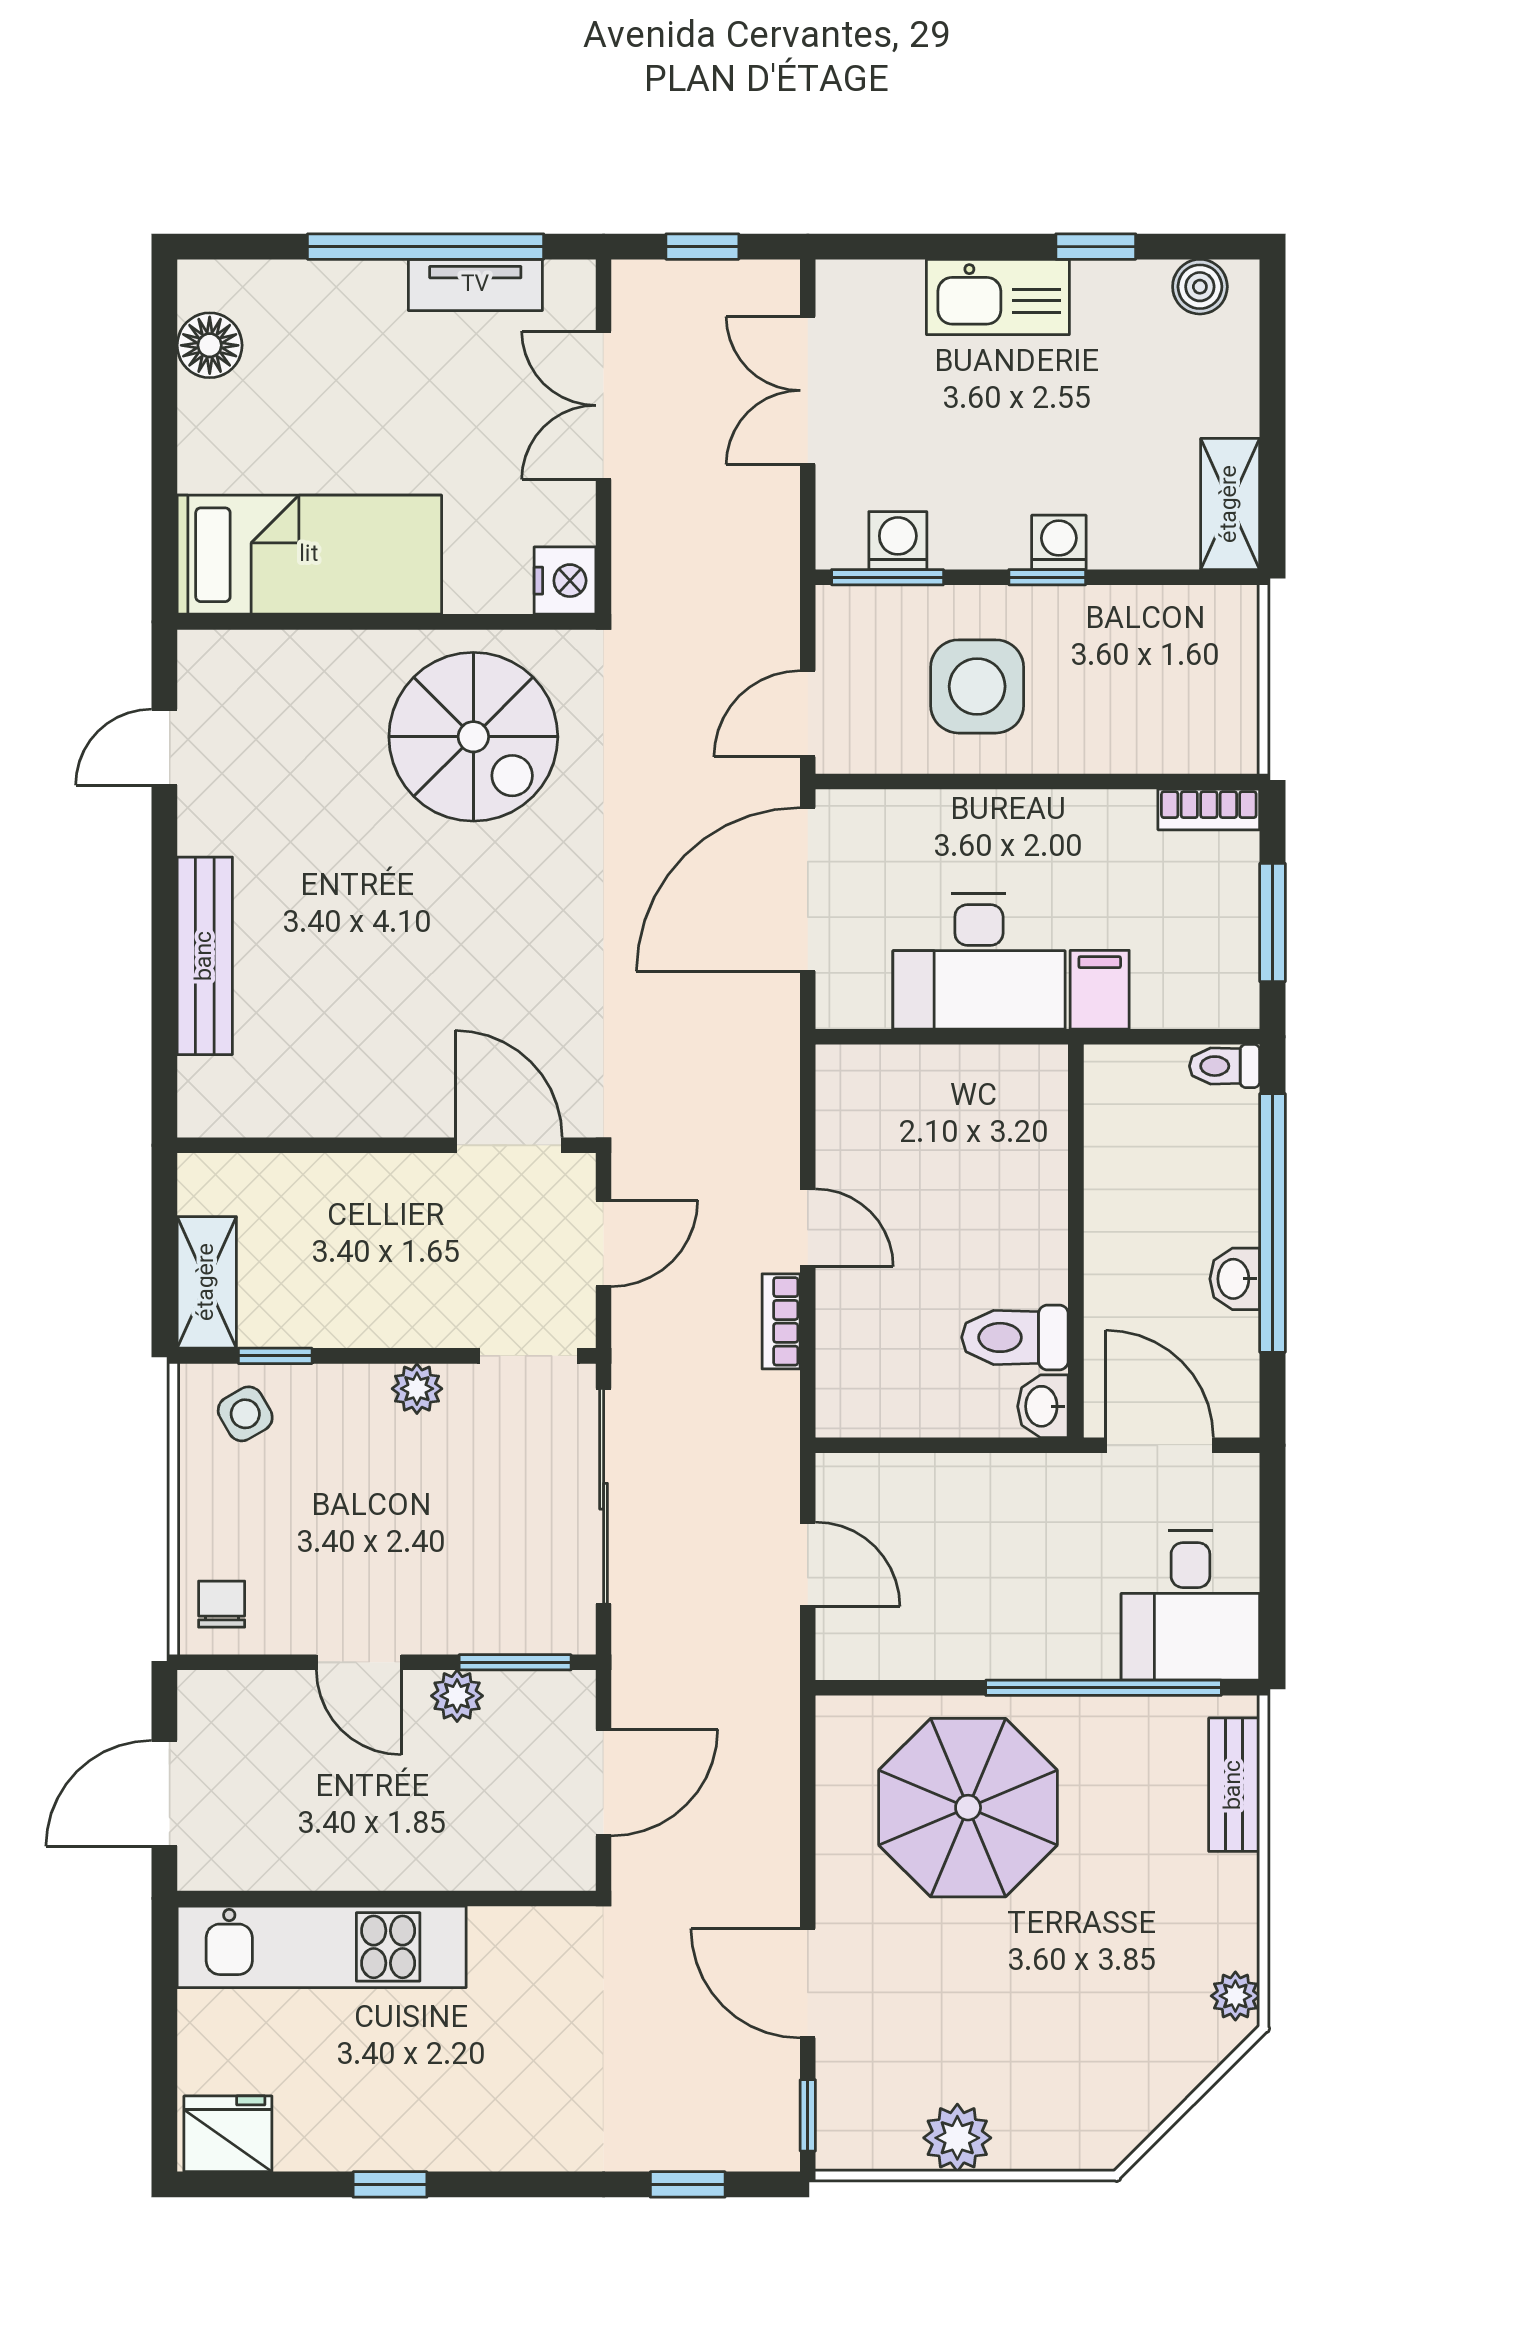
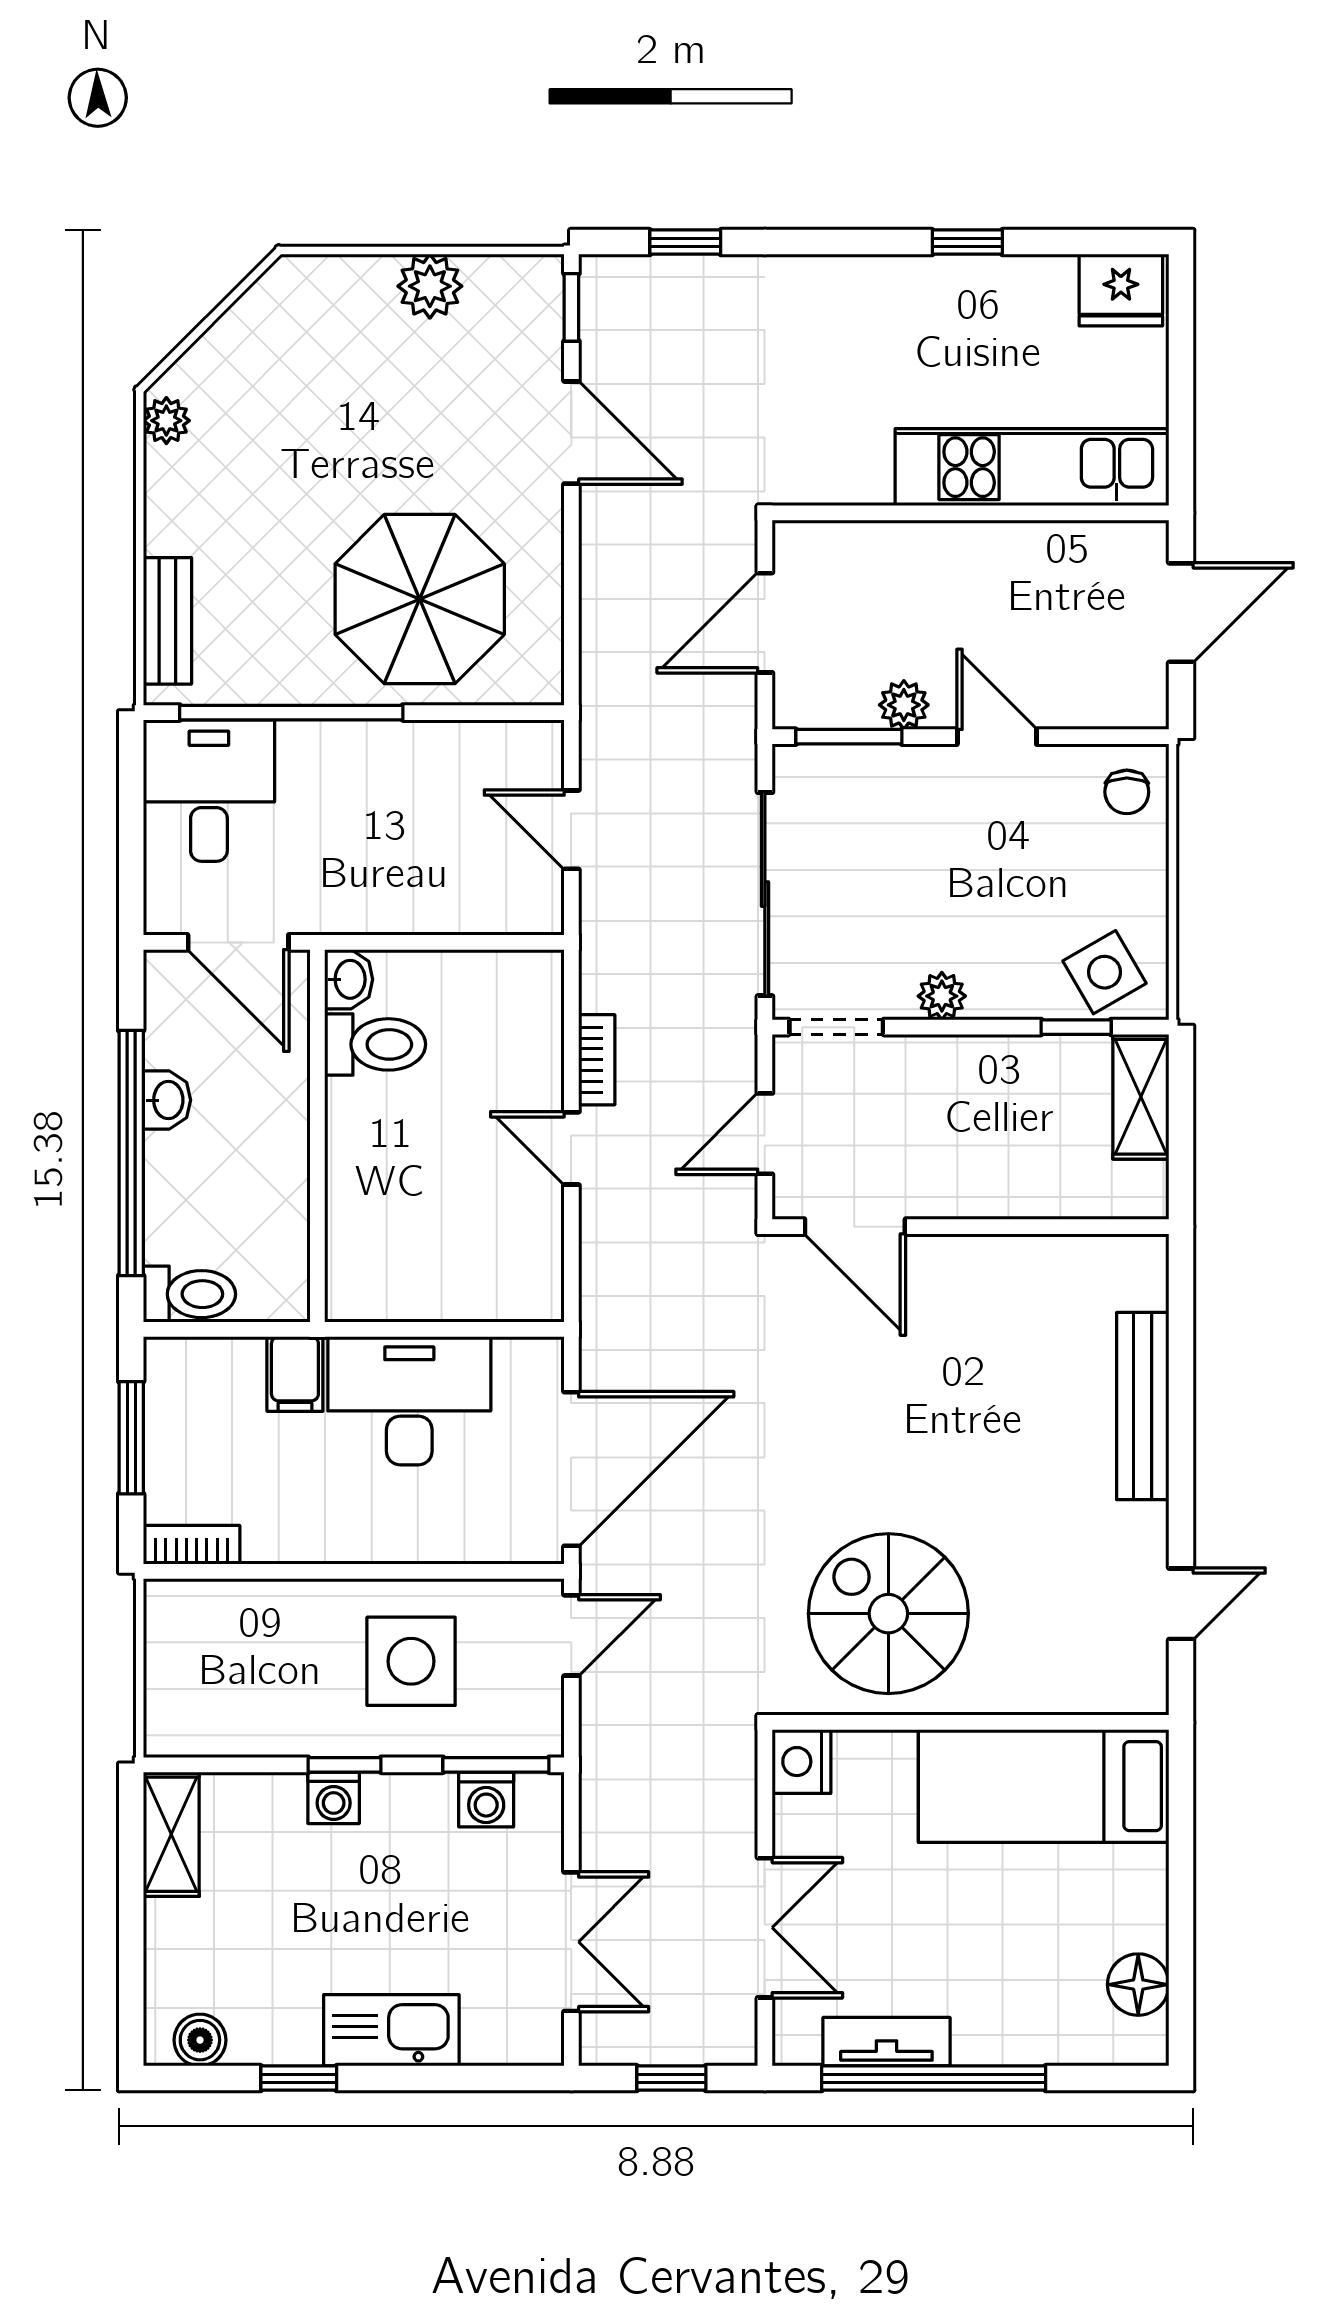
toilet: (1225, 1066) -> (189, 1294), width x1.37, depth x1.39
side table: (245, 1414) -> (1105, 972), width x1.37, depth x1.37

